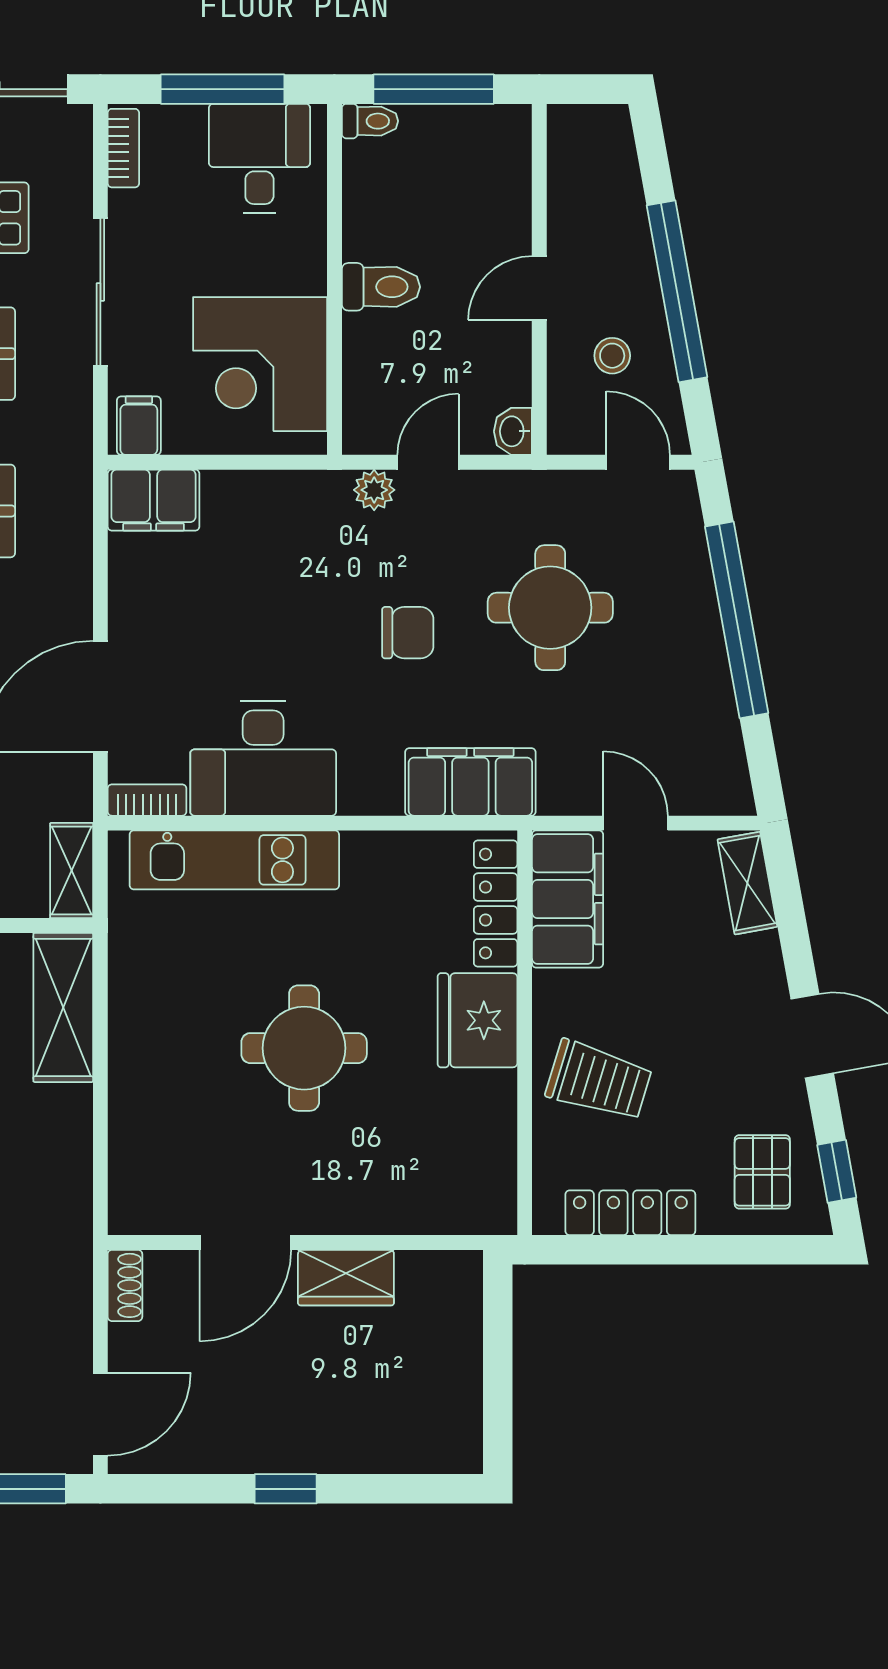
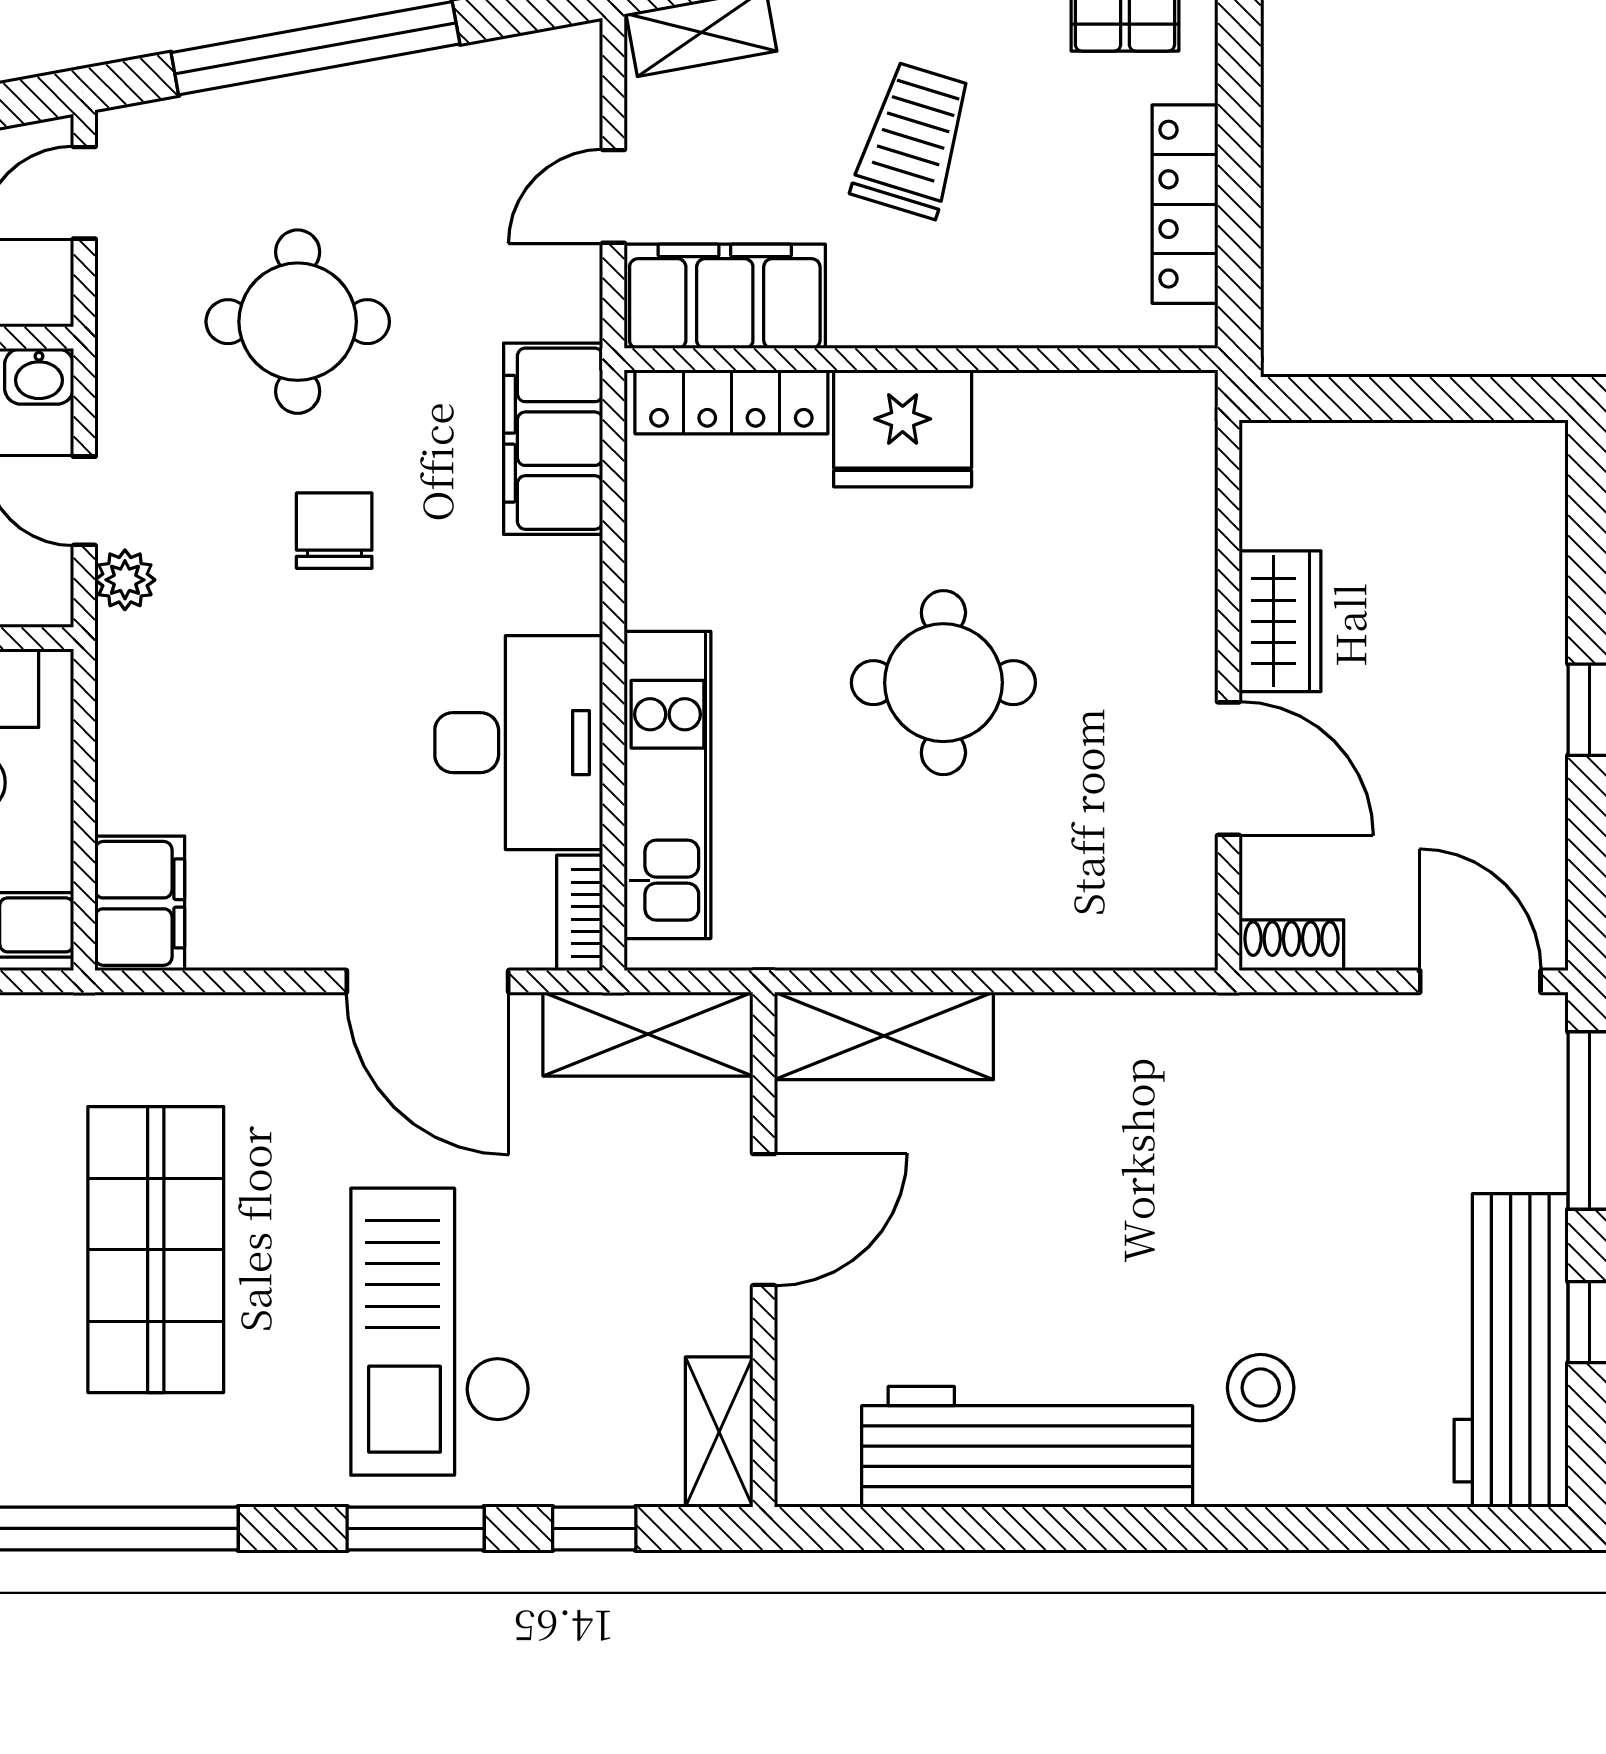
shelving: (72, 870) -> (648, 1034), width x1.50, depth x1.33
trolley: (599, 1081) -> (913, 140), moved

